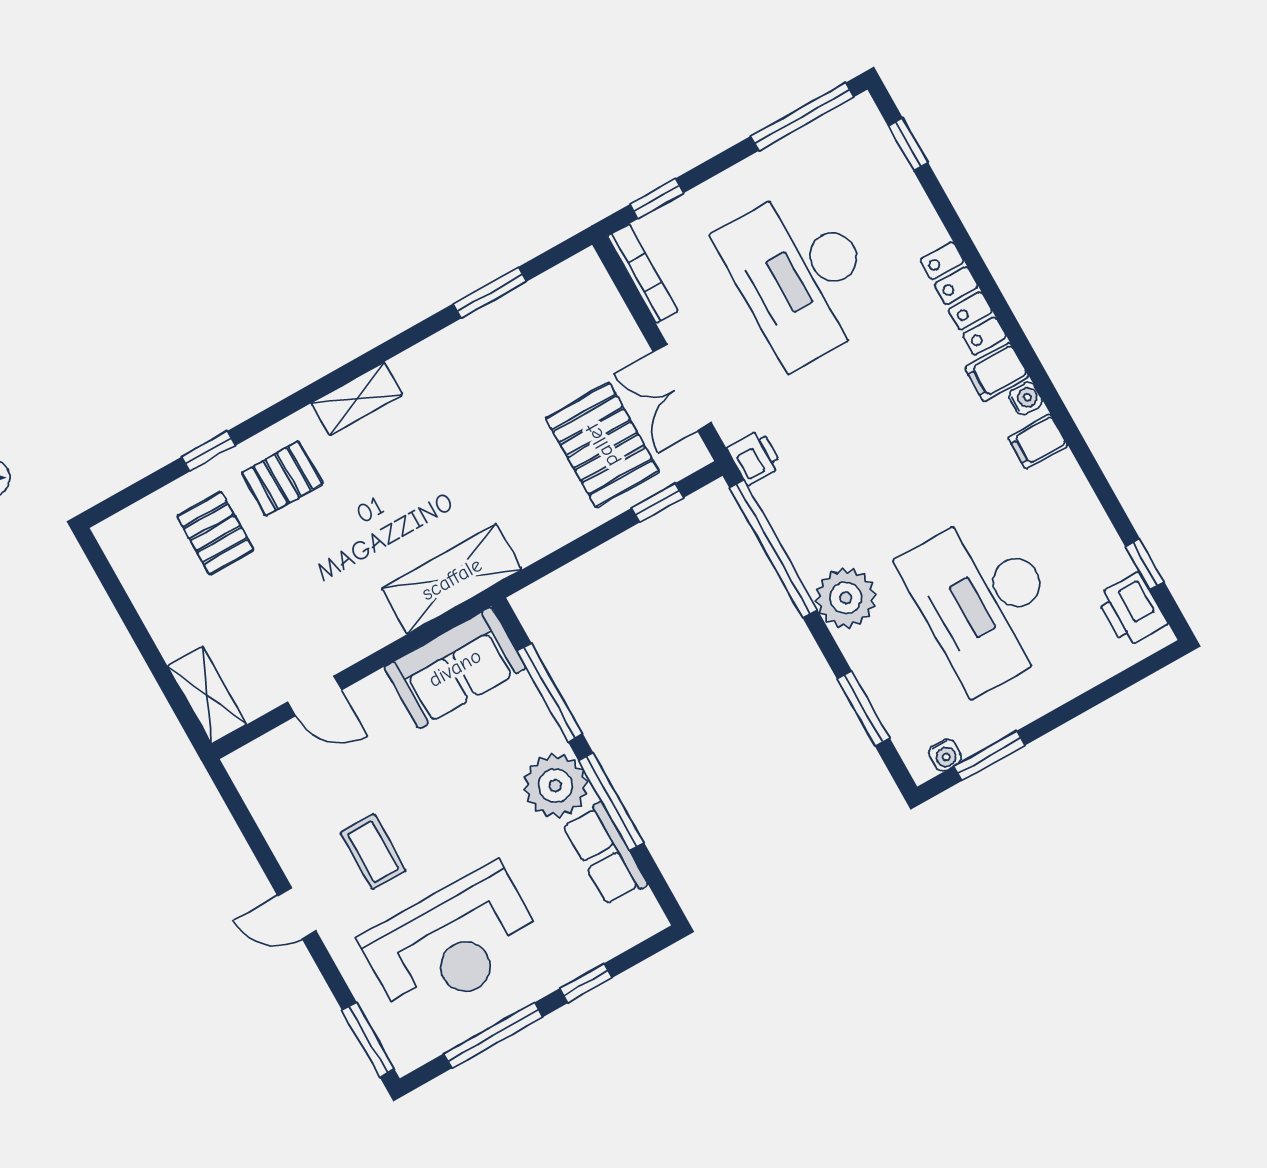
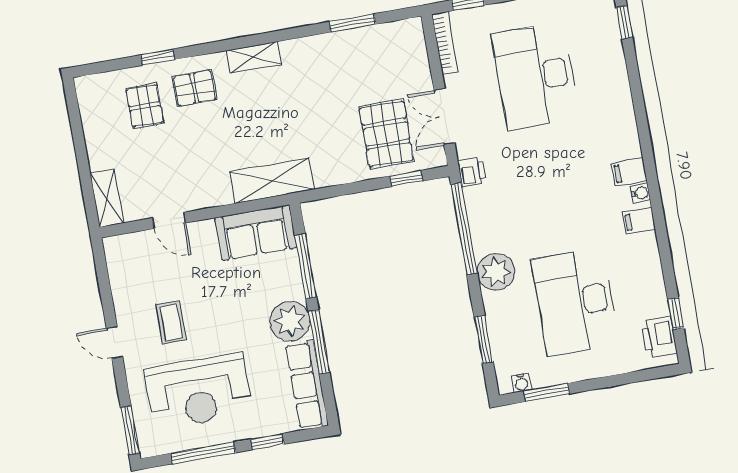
locker: (963, 298) -> (625, 123), removed
row of seats: (605, 854) -> (307, 385), width x1.48

